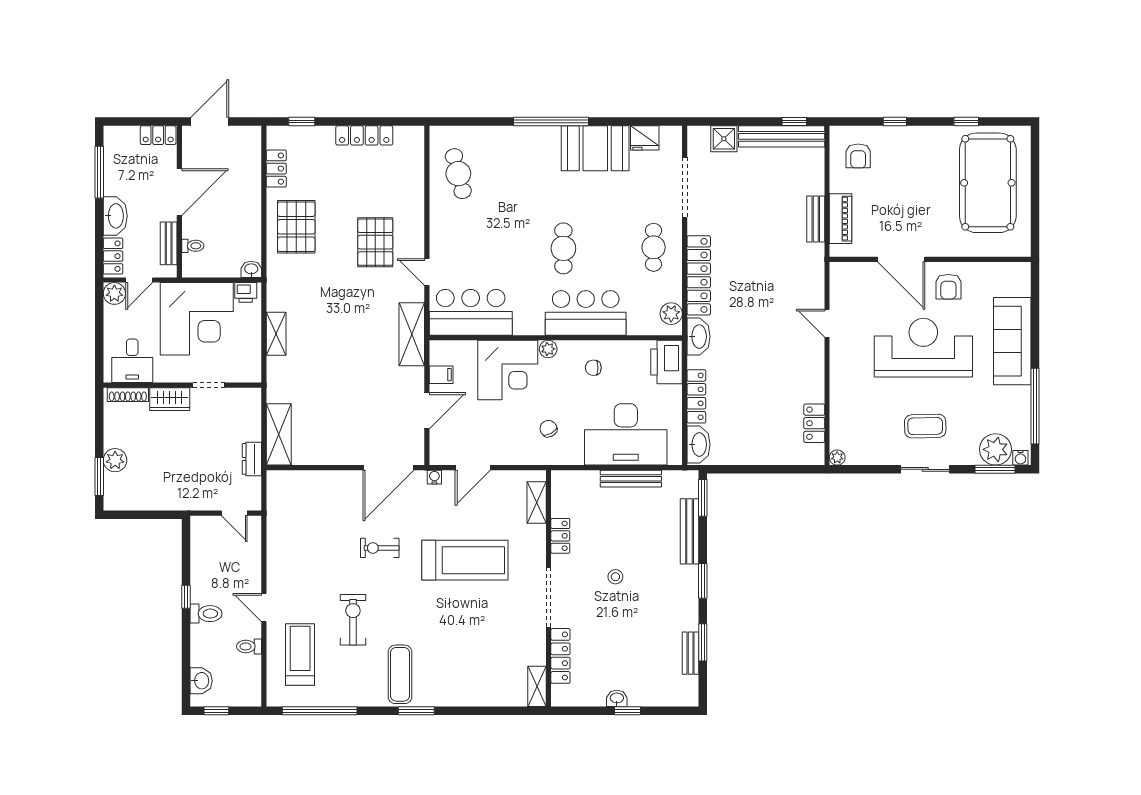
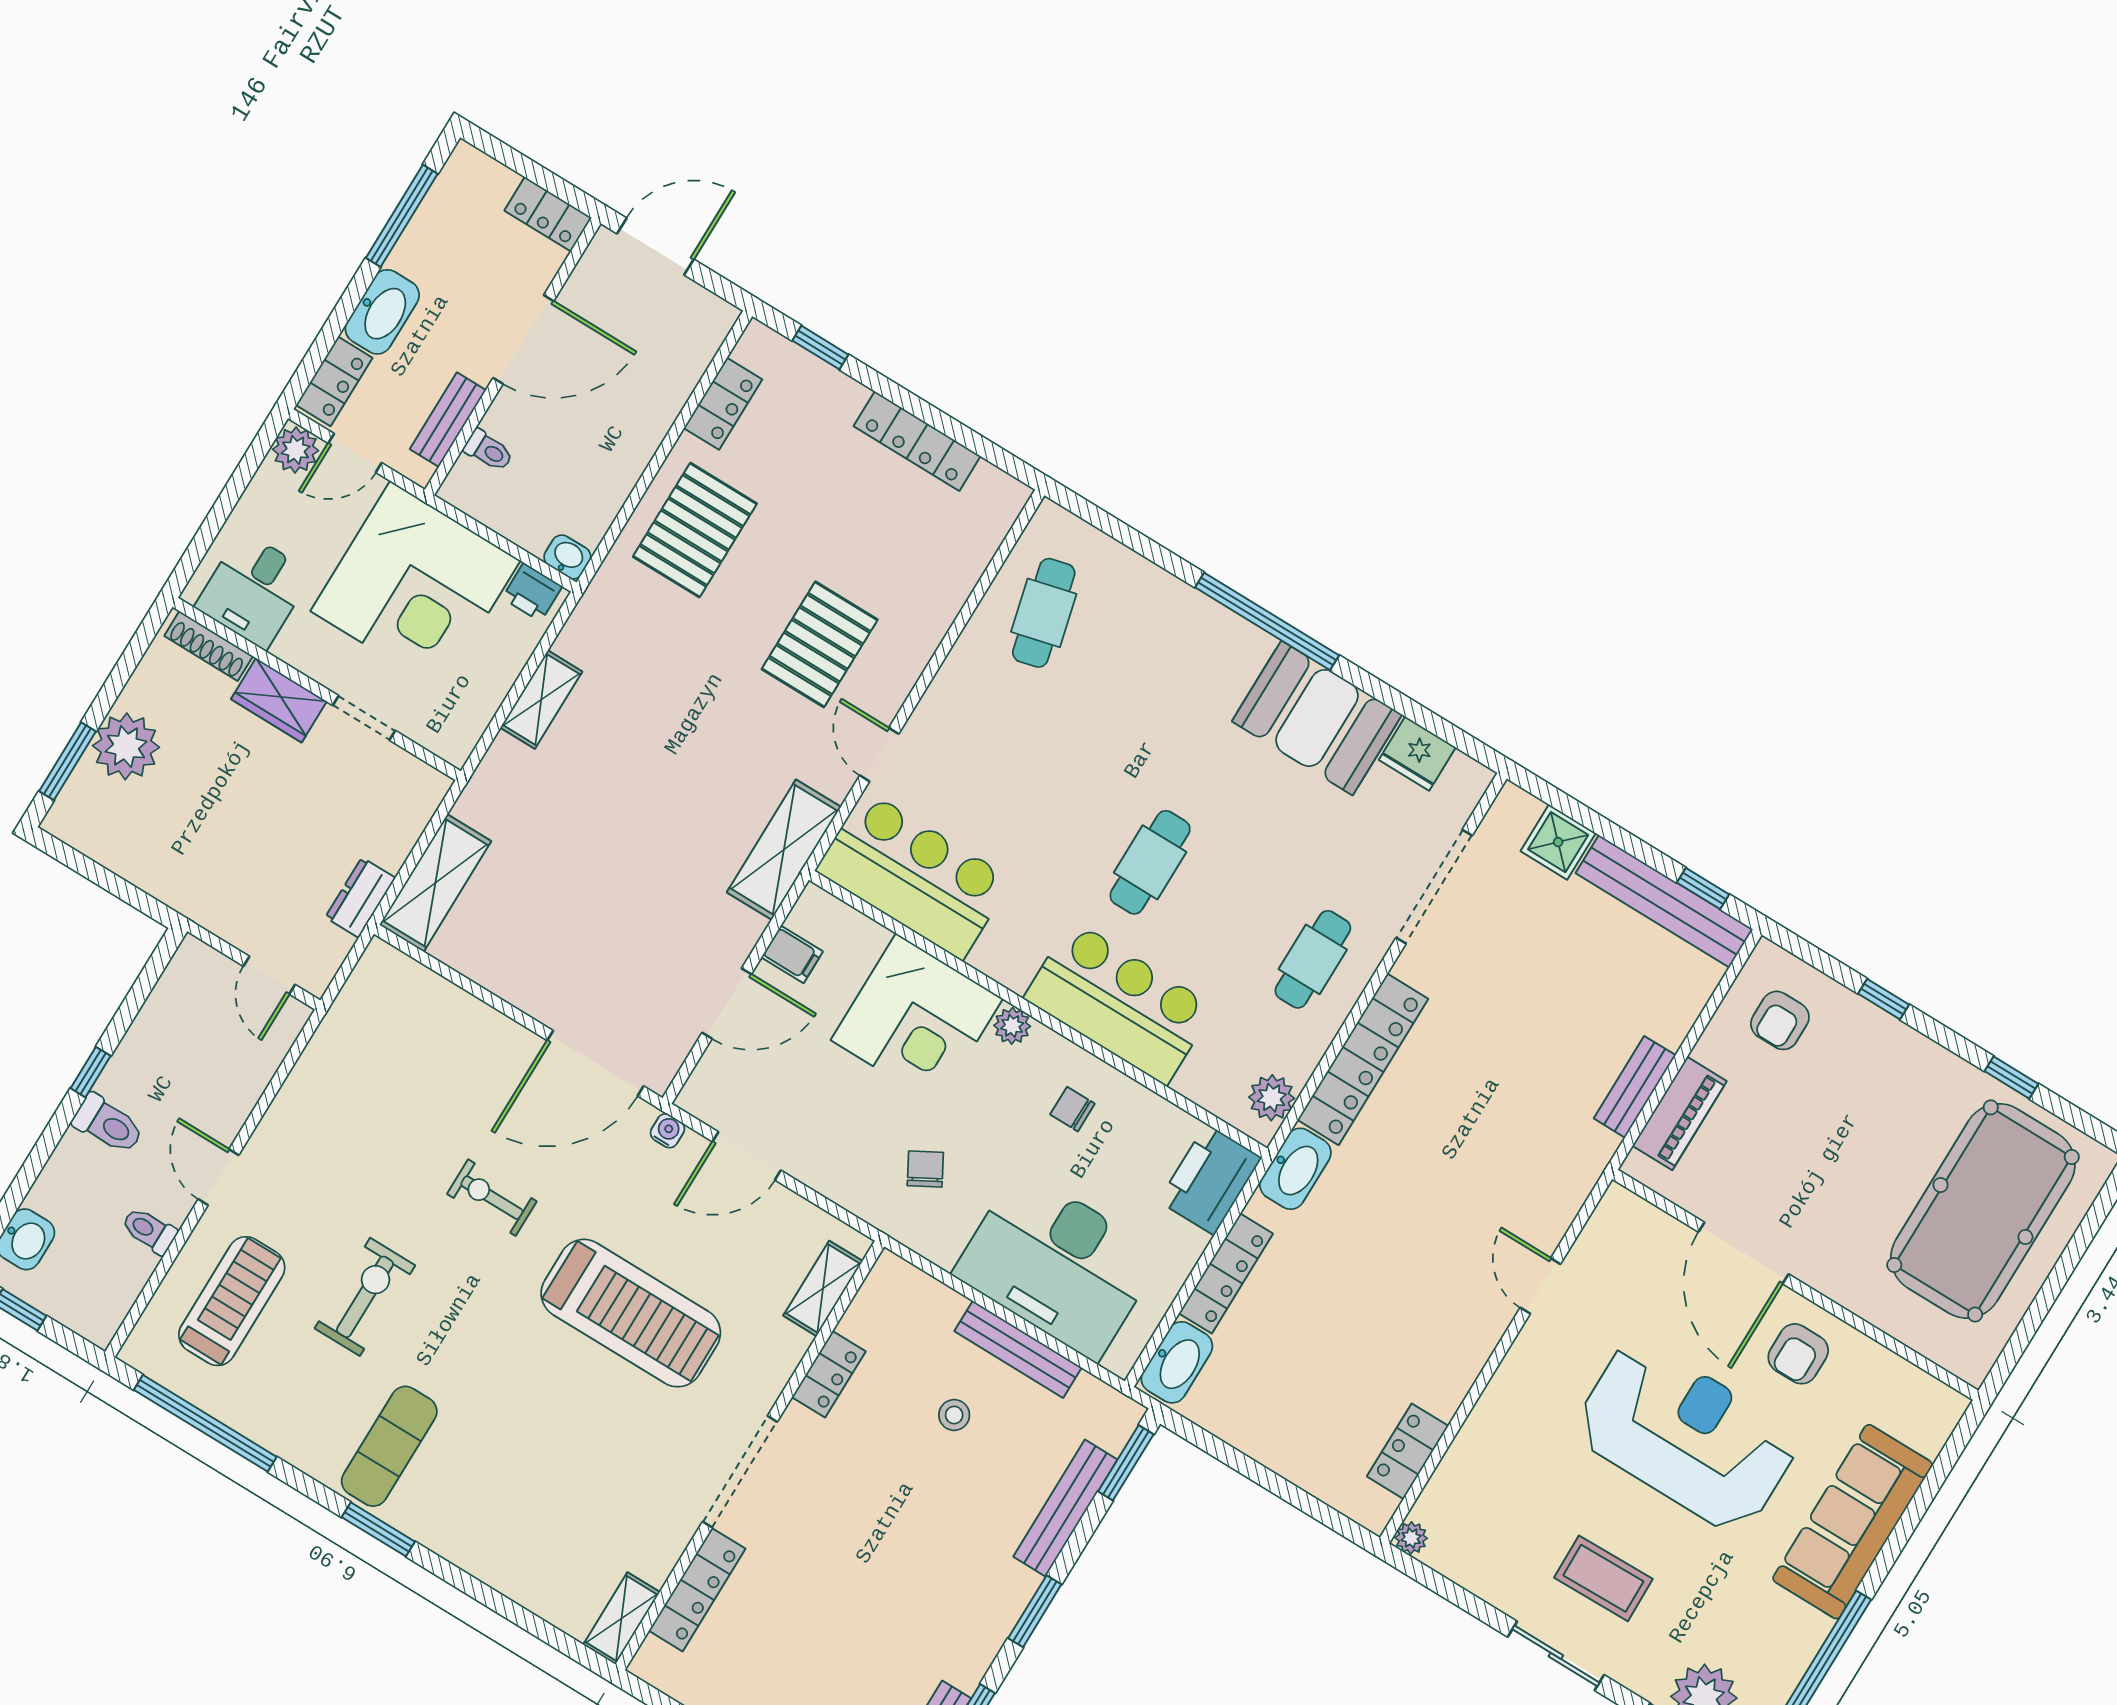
plant: (115, 460) -> (126, 746), width x1.36, depth x1.36
stool: (615, 577) -> (954, 1415), moved

